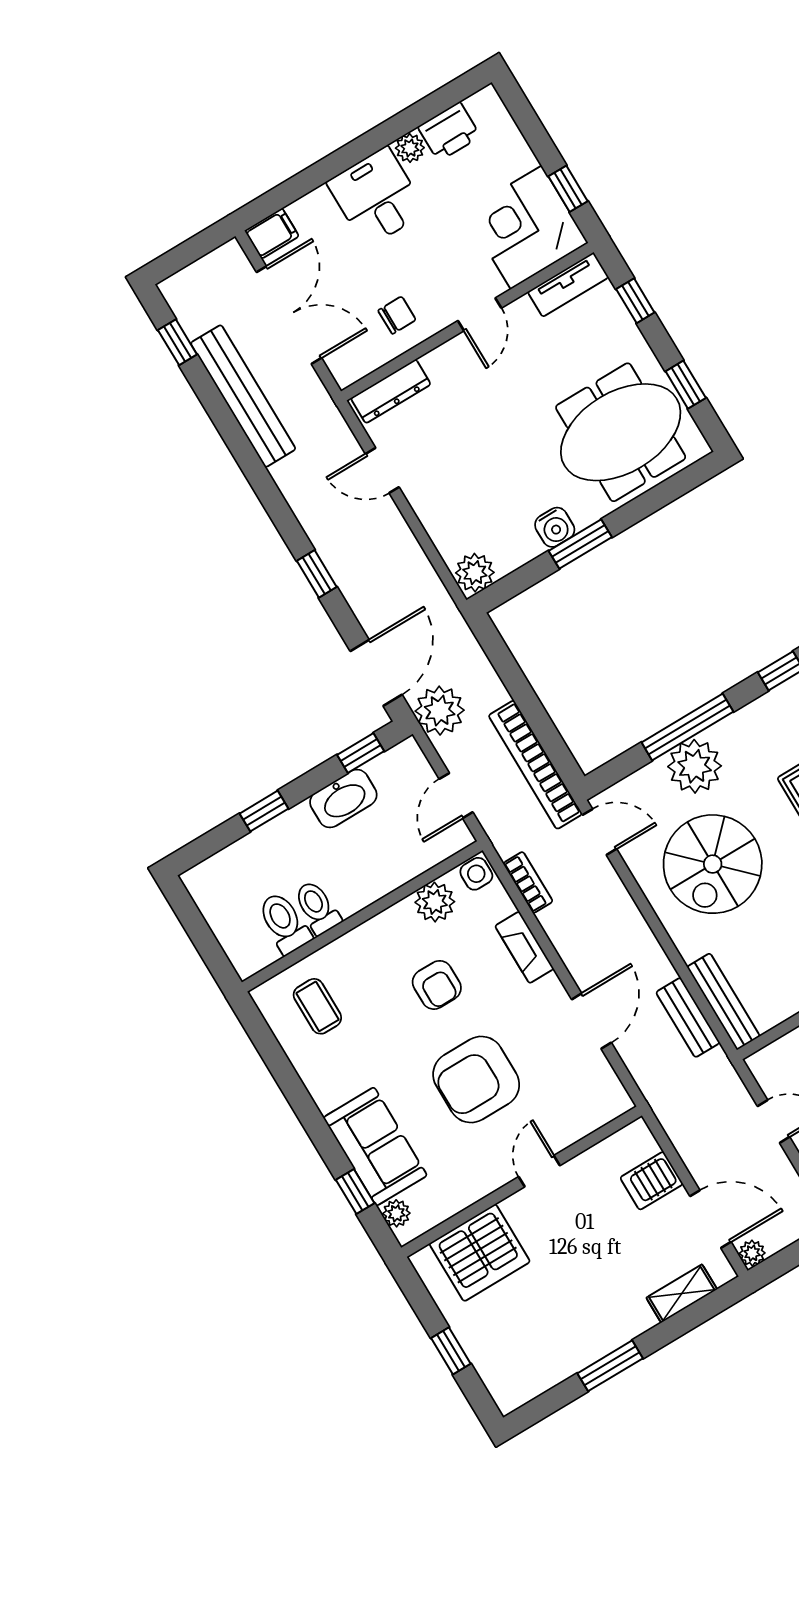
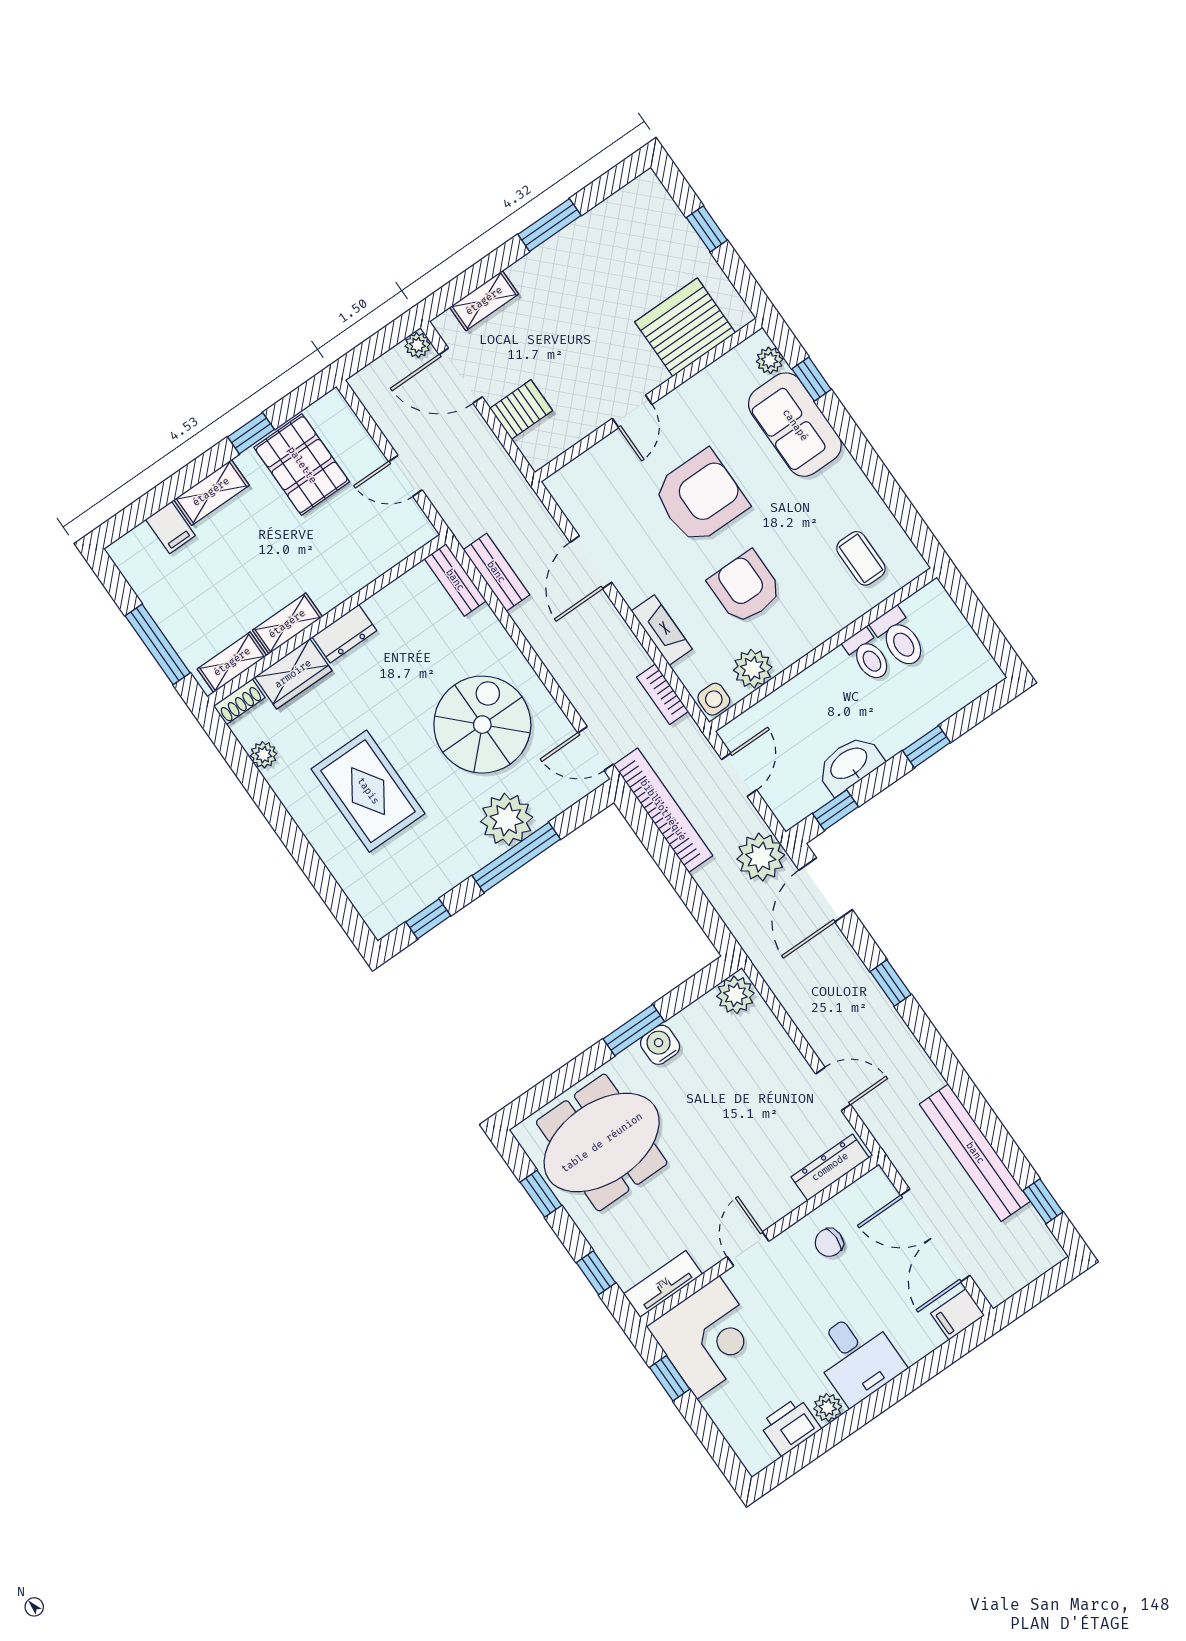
armchair: (437, 985) -> (745, 587), width x1.38, depth x1.38
bench: (723, 1002) -> (455, 580), width x0.73

